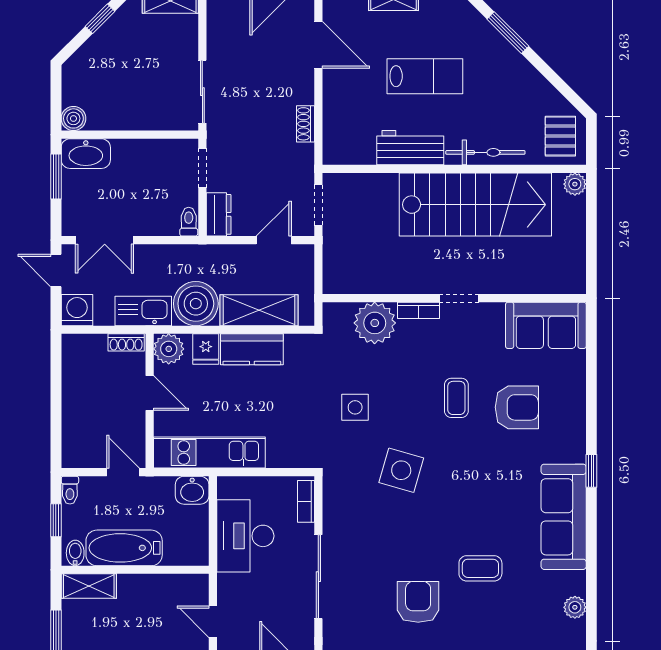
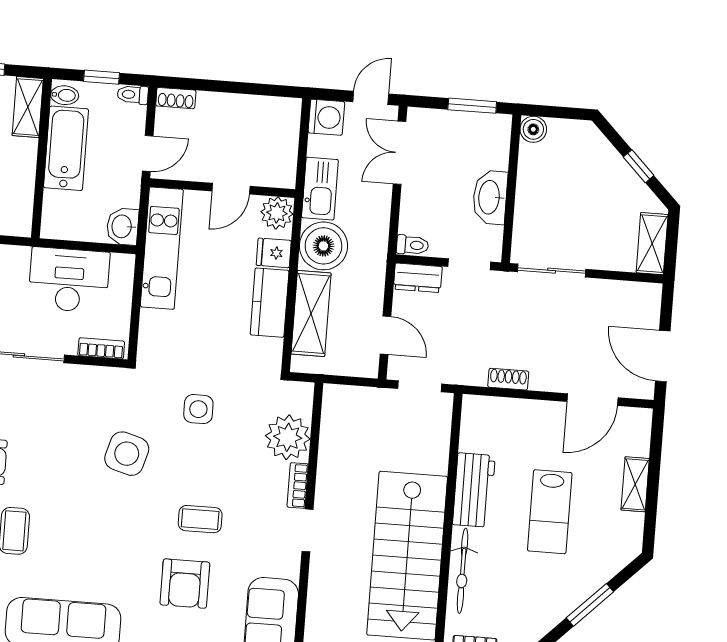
washbasin: (86, 154) -> (490, 197), moved
shoe rack: (126, 342) -> (176, 98), moved, turned -90

